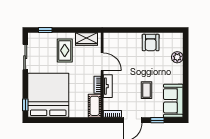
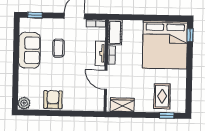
rug: (65, 50) -> (162, 96), moved
sliding door: (25, 57) -> (189, 87), removed
plant: (177, 57) -> (24, 103), moved
sofa: (173, 101) -> (29, 50), moved
window: (157, 120) -> (35, 15), moved

